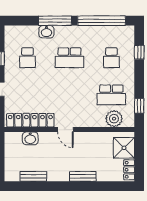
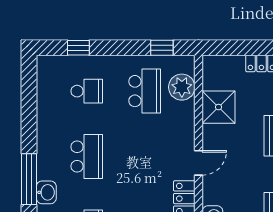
window: (102, 21) -> (29, 107), removed
shower: (124, 148) -> (219, 107), moved

